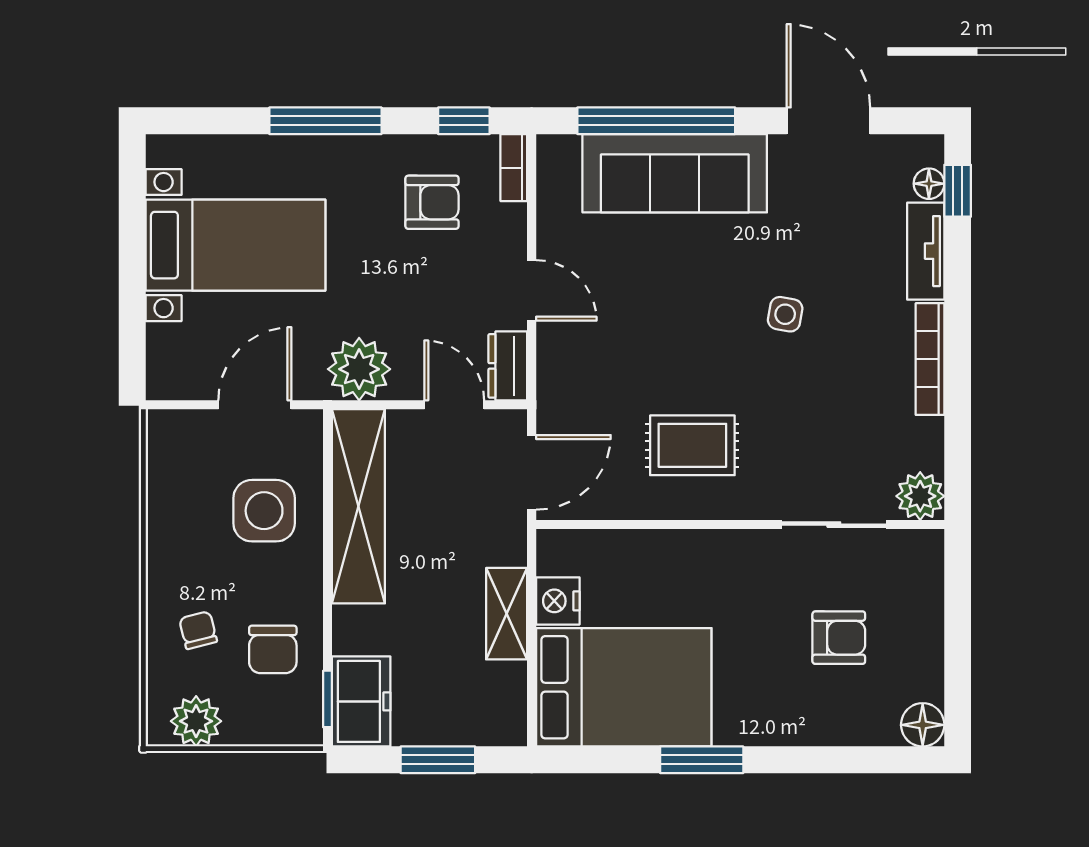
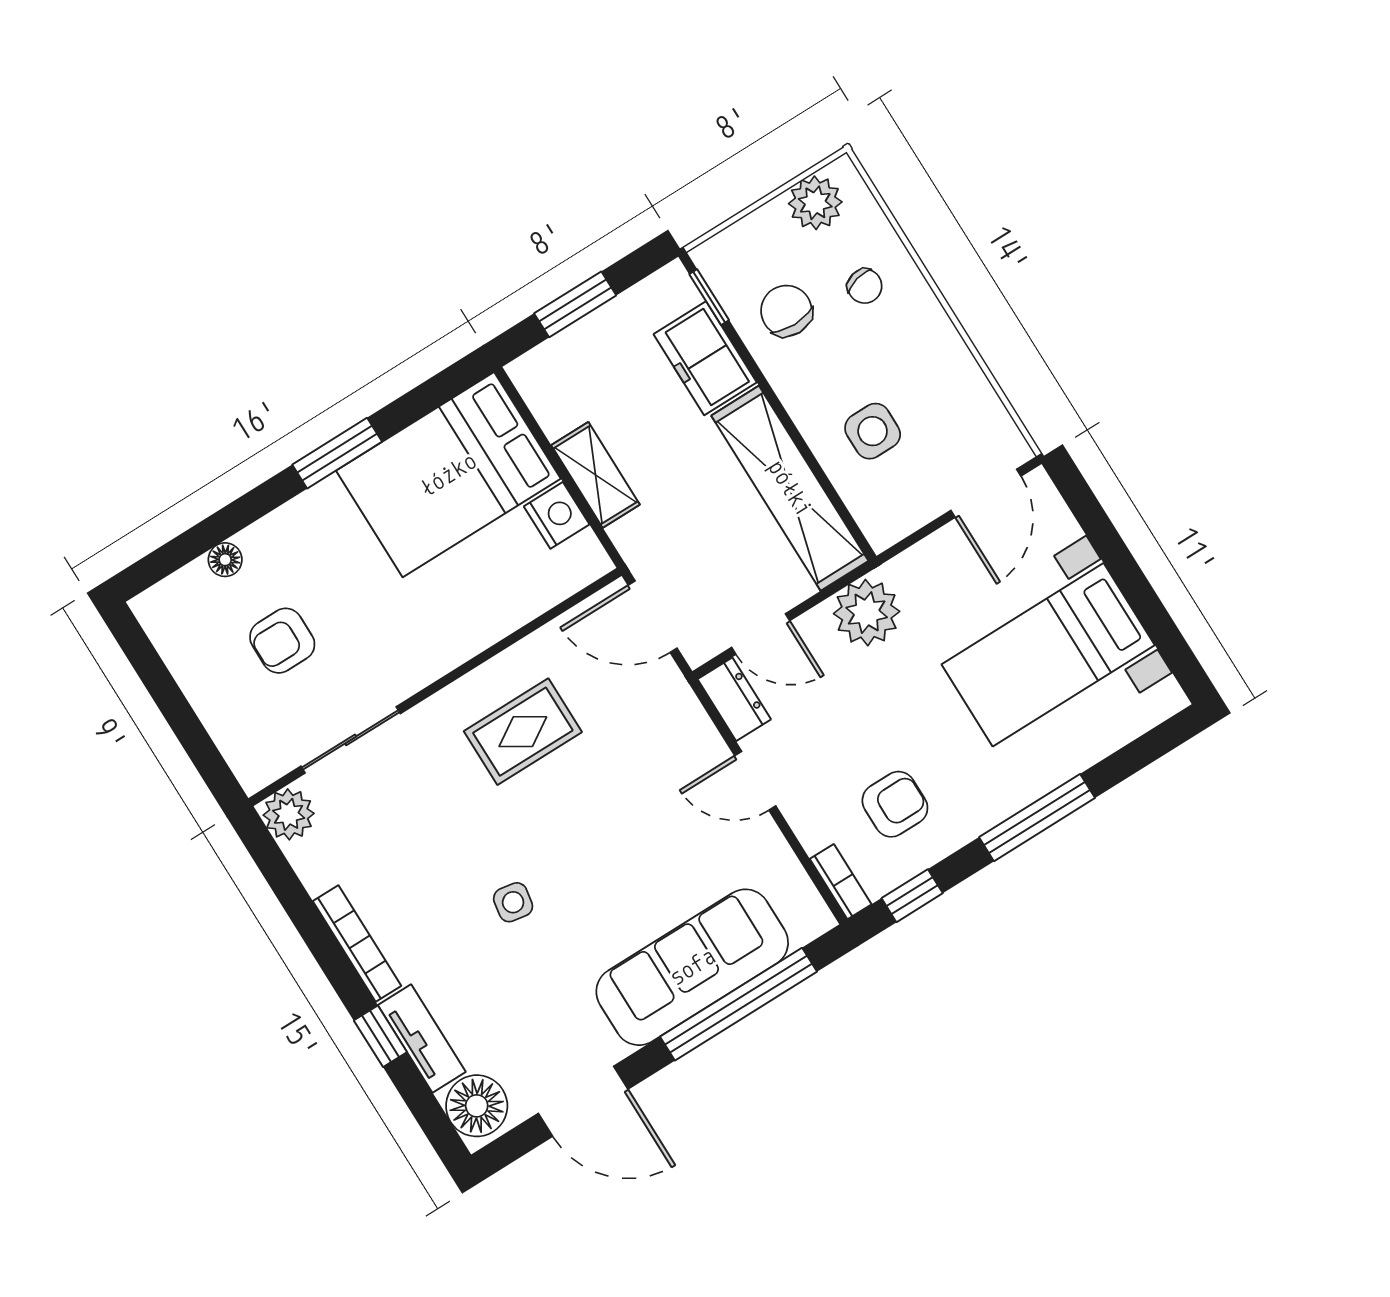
floor lamp: (929, 184) -> (477, 1106), width x1.89, depth x1.89
window: (958, 191) -> (380, 1036), moved
armchair: (432, 202) -> (895, 804), turned 180
door: (255, 405) -> (986, 493), moved
door: (532, 472) -> (653, 617), hinge flipped
side table: (264, 511) -> (873, 431), width x0.73, depth x0.73
freezer: (361, 701) -> (705, 358), moved
floor lamp: (923, 725) -> (225, 560), moved, width x0.73, depth x0.73

